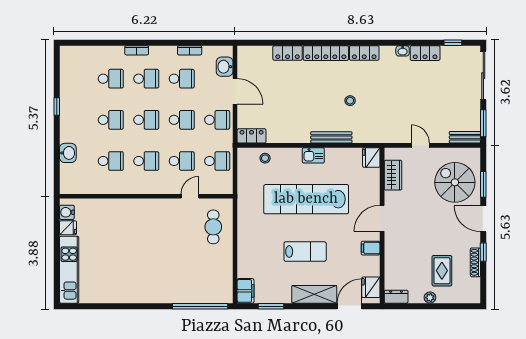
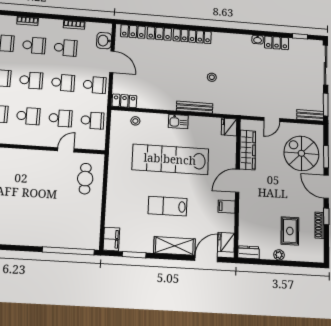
locker: (364, 53) -> (133, 32), moved
door: (420, 145) -> (272, 119), swing flipped
wardrobe: (393, 175) -> (248, 150), width x1.50
lab bench: (305, 252) -> (168, 206), turned 180

